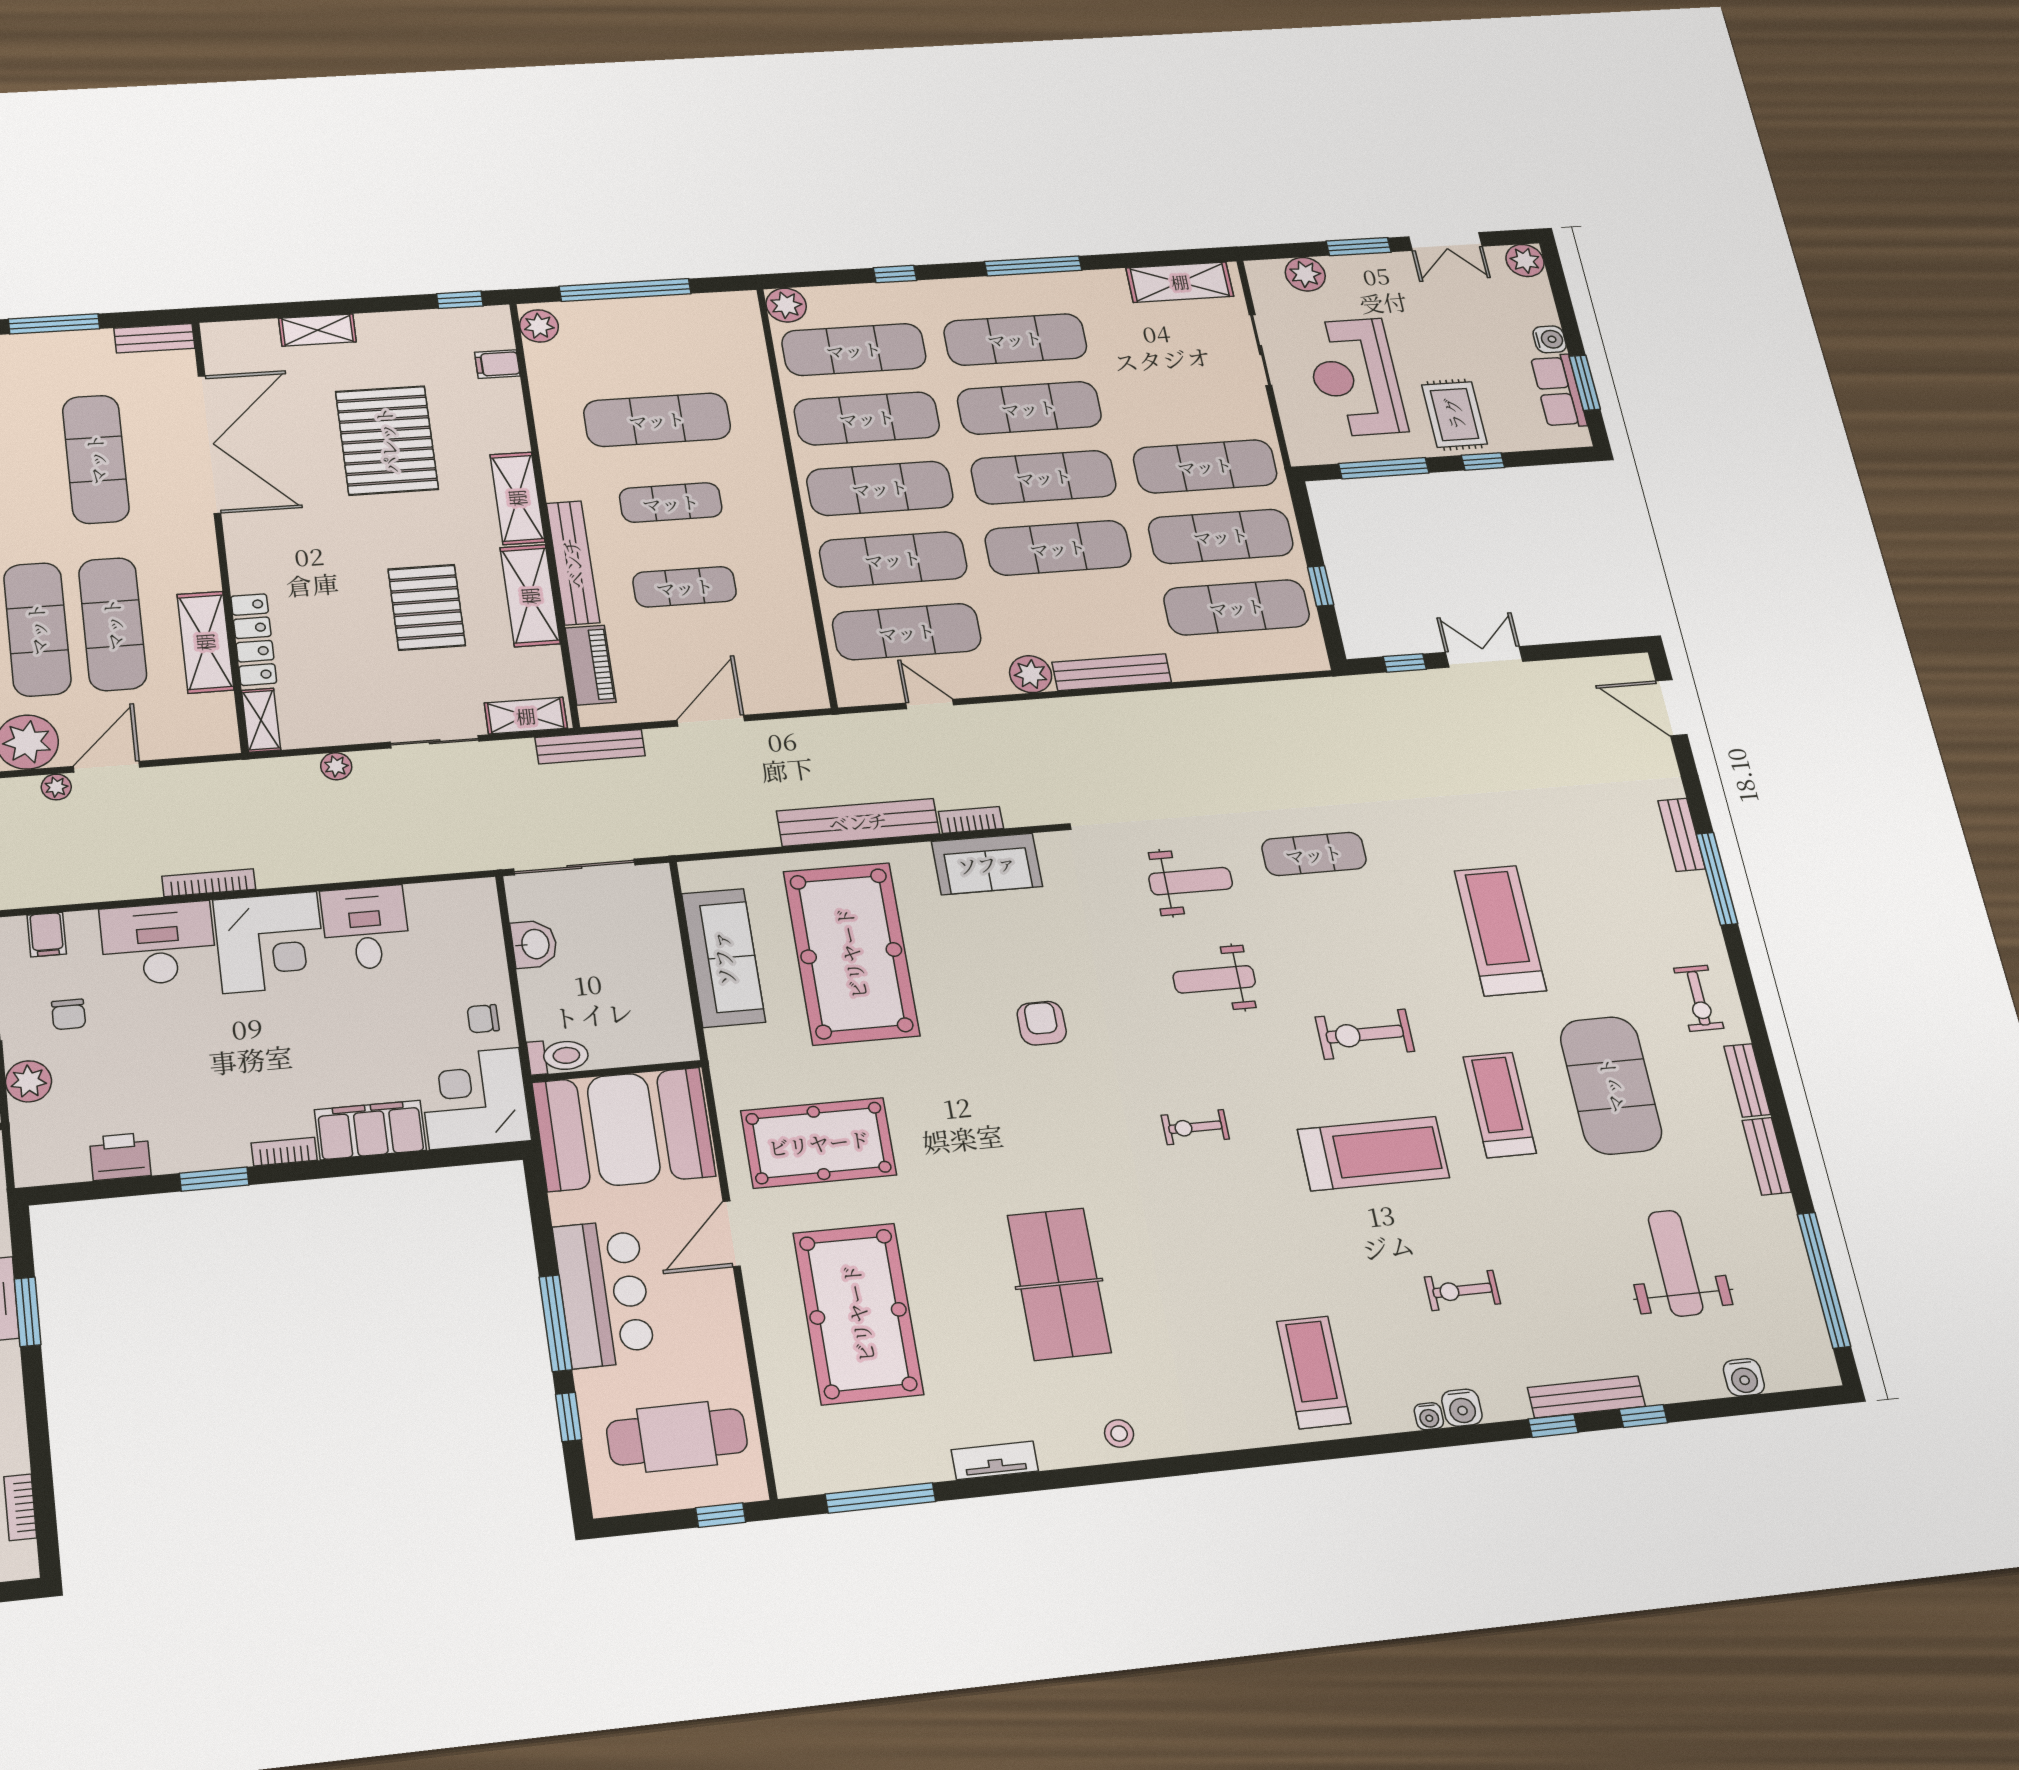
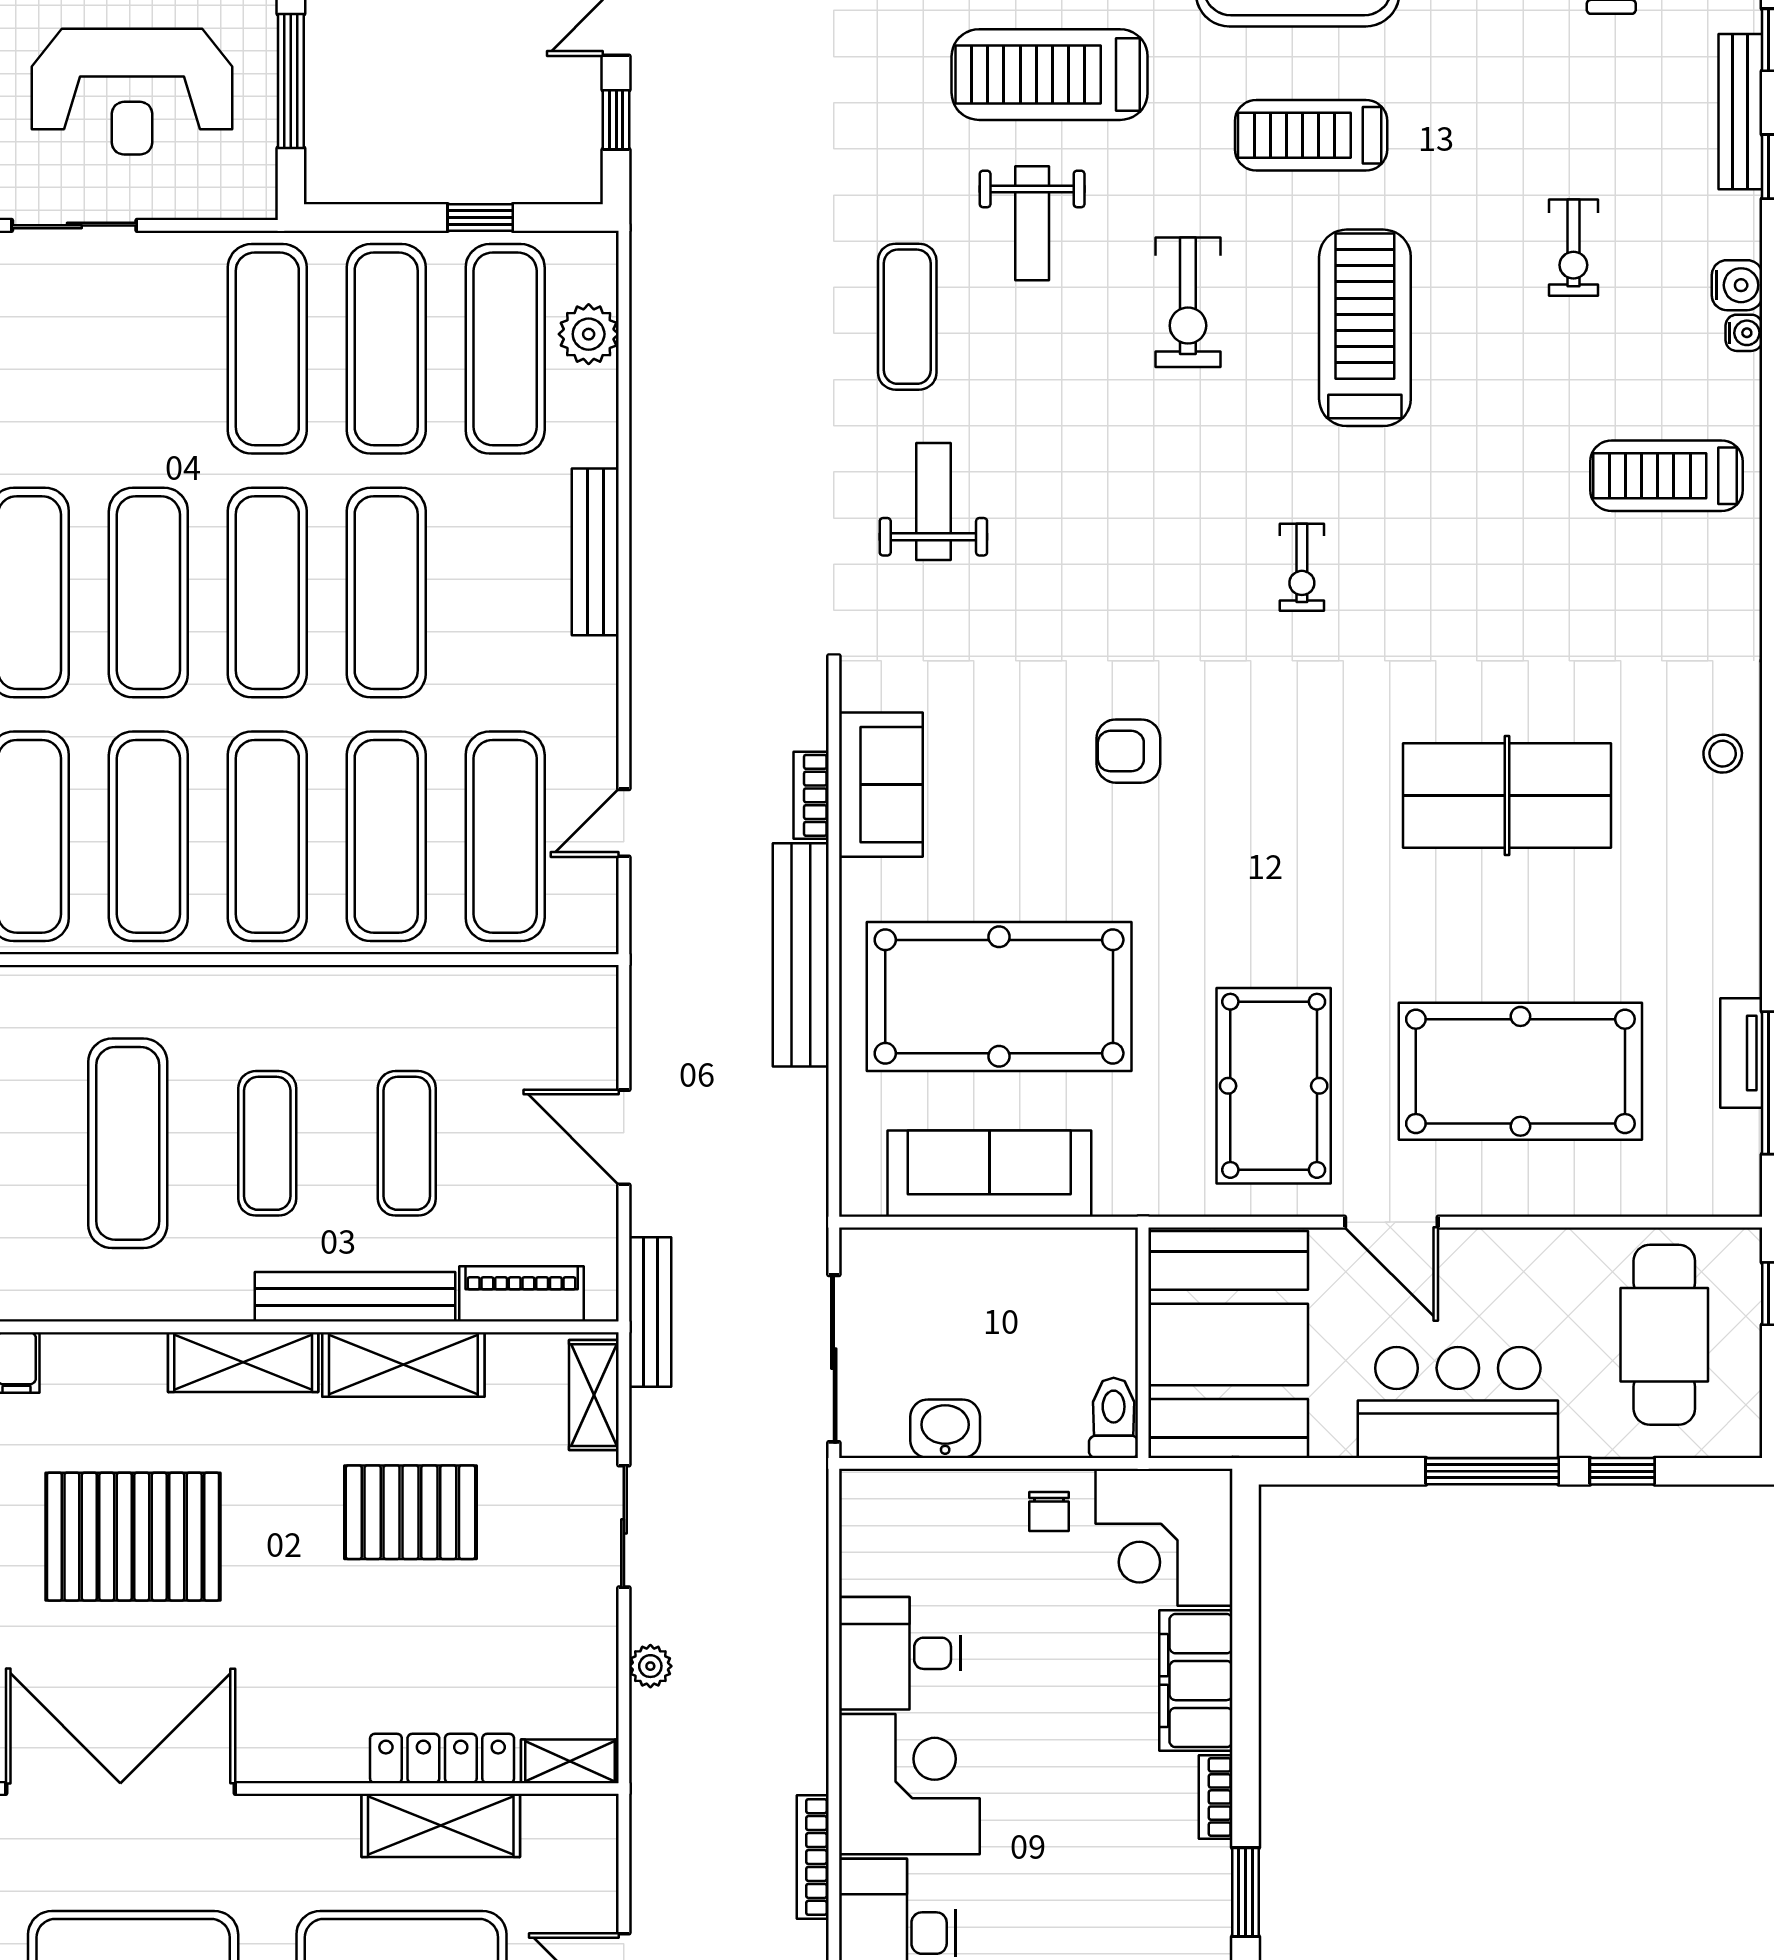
plant: (1031, 674) -> (589, 334), moved
weight bench: (1214, 979) -> (1032, 223), moved
tv unit: (995, 1460) -> (1741, 1053), moved

